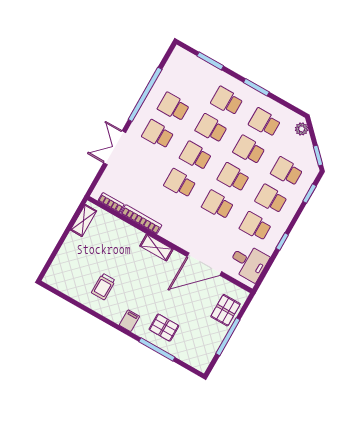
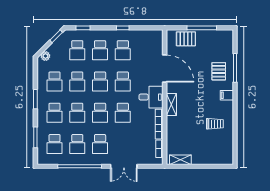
school desk: (189, 79) -> (55, 144), added
desk: (249, 262) -> (151, 97), moved, turned 90

